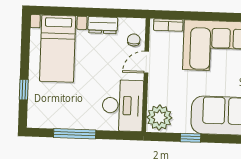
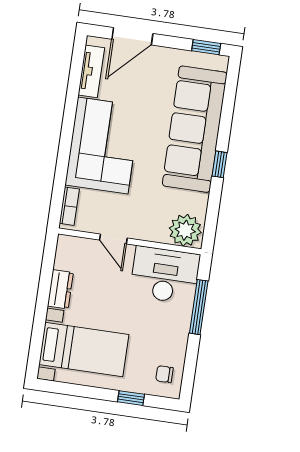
chair: (134, 40) -> (164, 374), moved
window: (75, 134) -> (199, 307), moved
window: (191, 138) -> (220, 164), moved

